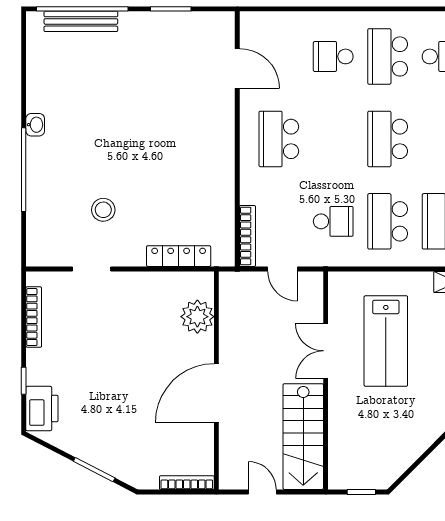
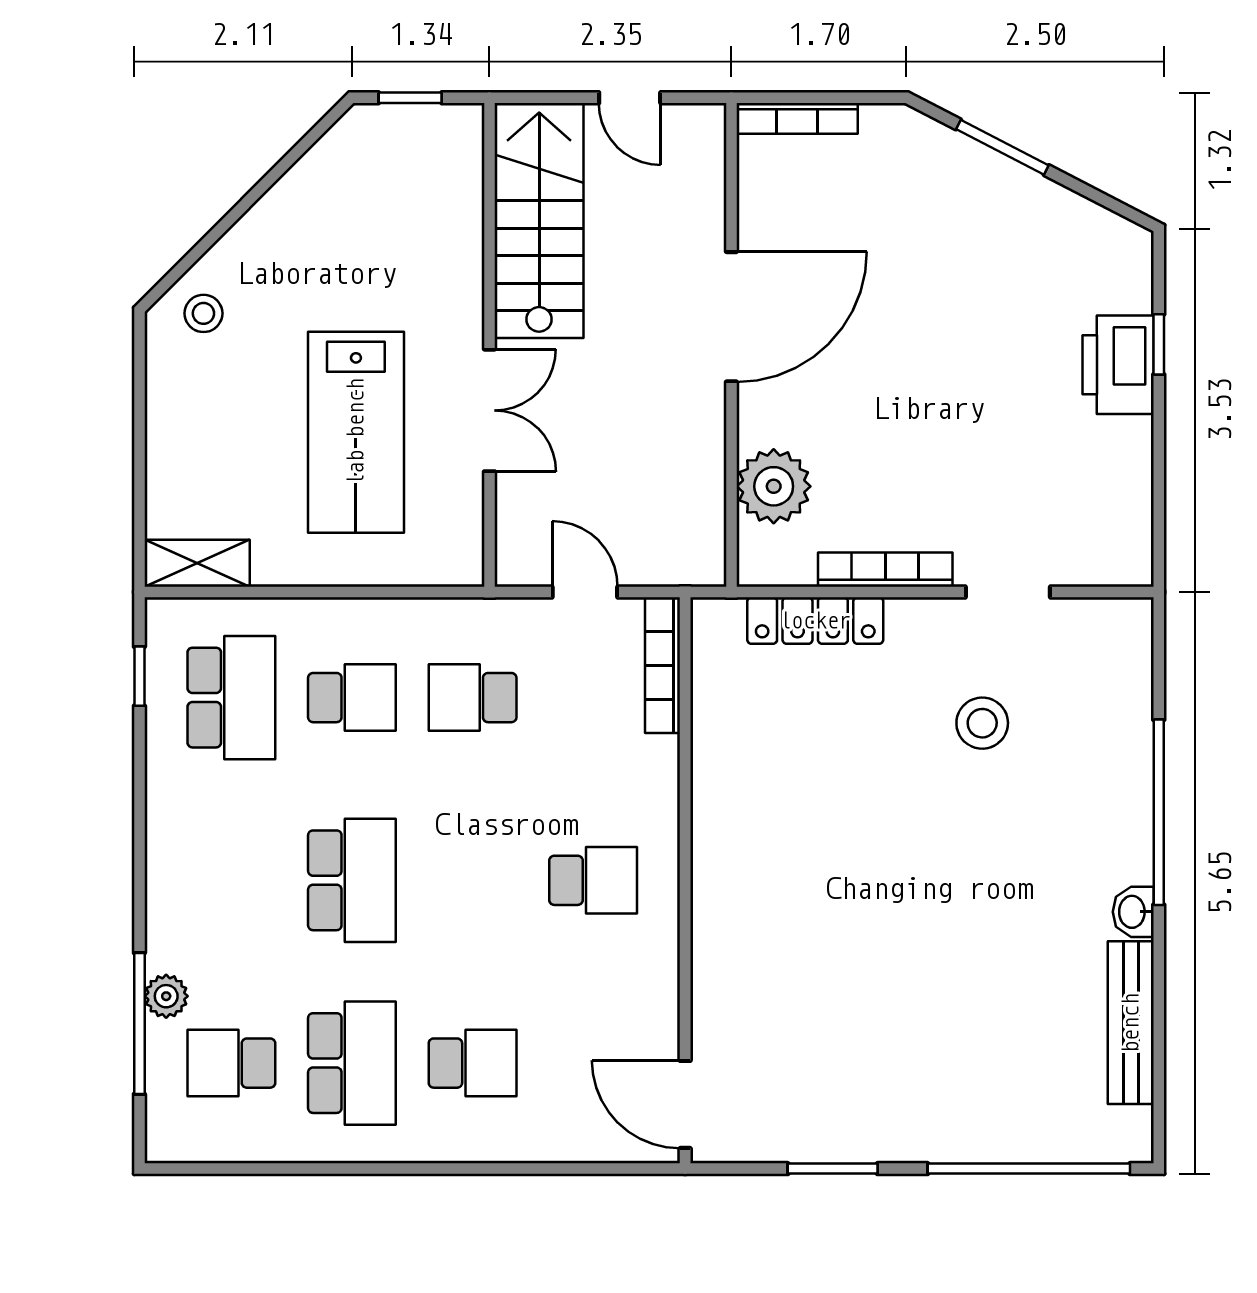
bench: (81, 21) -> (1131, 1023), moved, turned 90
door: (237, 68) -> (685, 1104), moved
school desk: (279, 139) -> (593, 880), width x0.54
school desk: (388, 221) -> (352, 698), width x0.54
bookcase: (34, 317) -> (885, 570), moved, turned 90
lab bench: (386, 341) -> (356, 432), turned 180
printer: (42, 409) -> (1118, 365), moved

